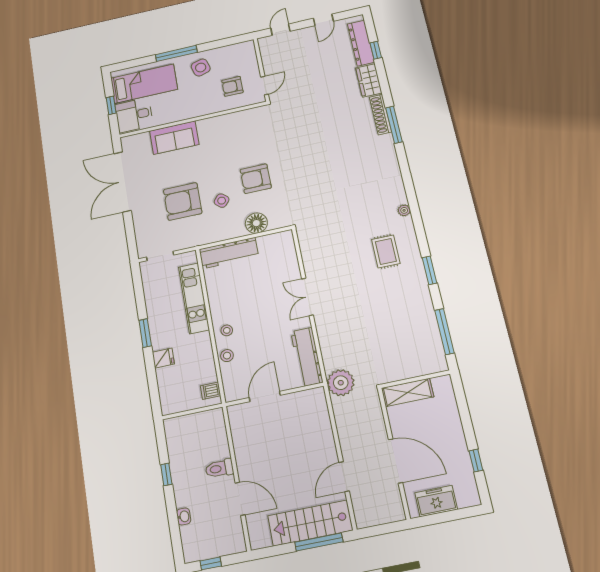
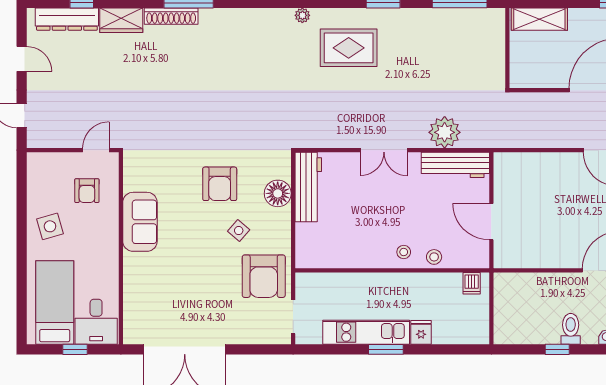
window: (176, 53) -> (22, 254), removed
door: (265, 86) -> (96, 150), hinge flipped
sofa: (174, 138) -> (140, 222), moved
armchair: (183, 201) -> (264, 276), moved
rug: (386, 251) -> (349, 48), width x1.36, depth x1.43
workbench: (229, 253) -> (308, 187), moved
kitchen unit: (194, 298) -> (366, 332), moved, turned 180
plant: (341, 383) -> (445, 132), moved
shelving: (407, 392) -> (539, 19), moved, turned 90
toilet: (219, 468) -> (571, 329), moved, turned 180

